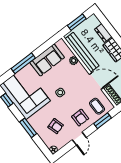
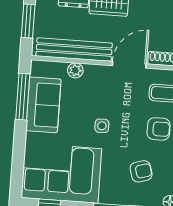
window: (23, 63) -> (23, 97), moved

